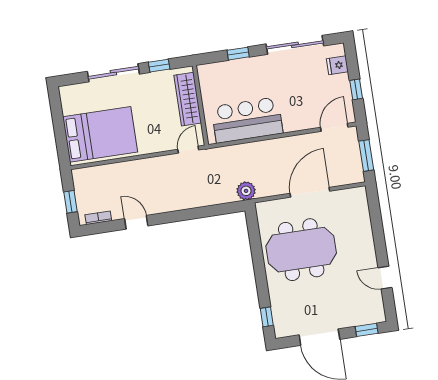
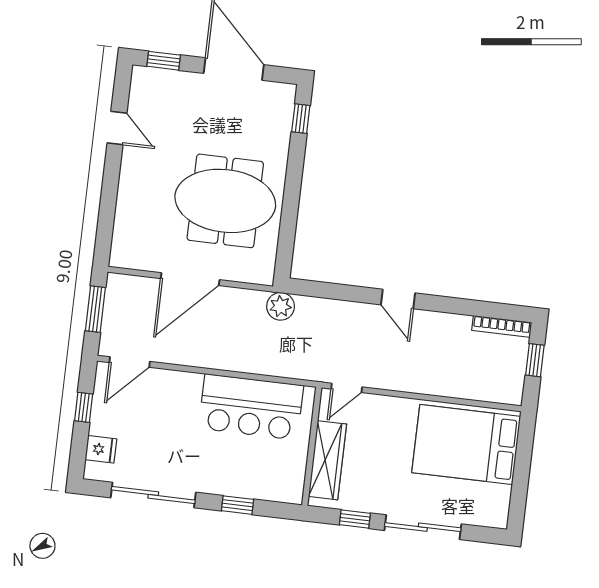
bookcase: (98, 218) -> (502, 326), width x1.56
door: (136, 222) -> (398, 299), moved

